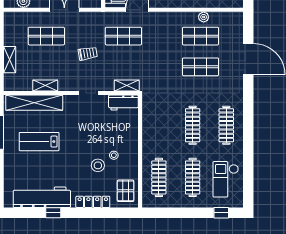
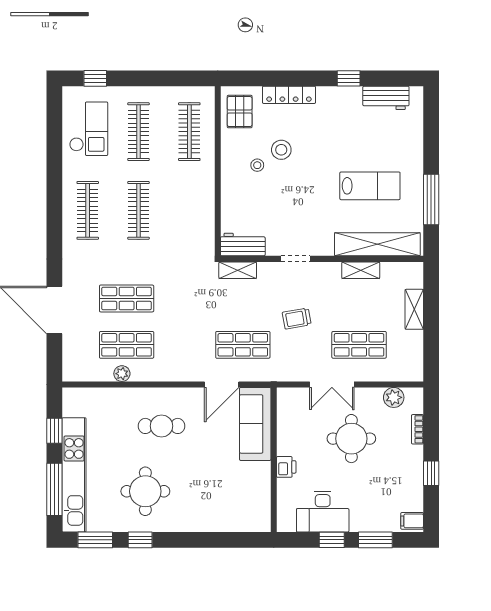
workbench: (42, 197) -> (386, 98), width x0.53, depth x0.76

